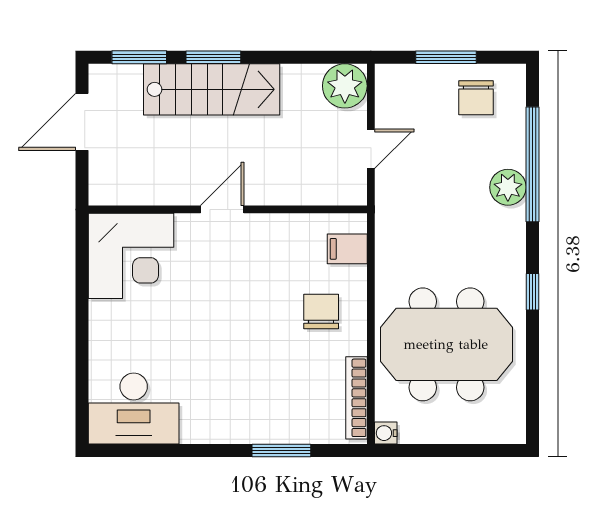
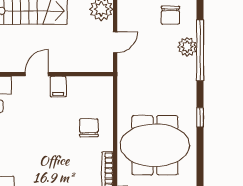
plant: (508, 187) -> (187, 47), moved
filing cabinet: (347, 249) -> (58, 87), moved, turned -90

